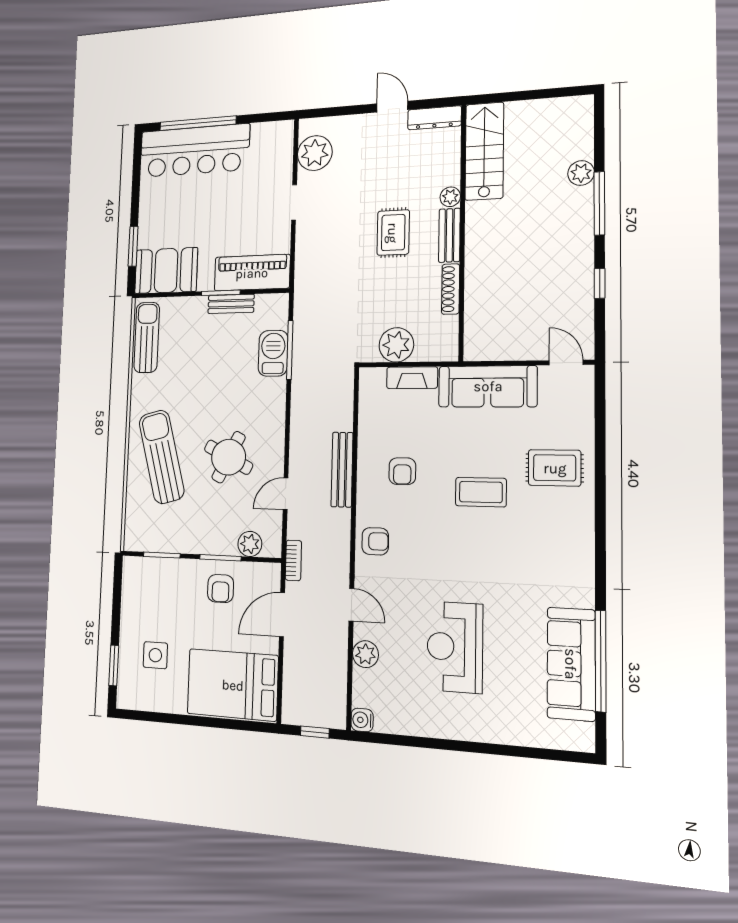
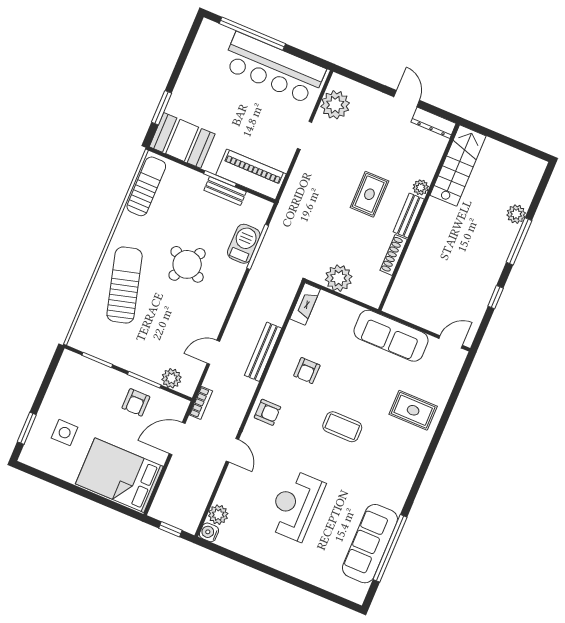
bar counter: (194, 151) -> (274, 68), moved
door: (566, 363) -> (451, 342), hinge flipped
fireplace: (412, 378) -> (305, 304), moved, turned -90
round table: (229, 457) -> (187, 264), moved
coffee table: (481, 492) -> (342, 427), moved
plant: (365, 654) -> (218, 515), moved

